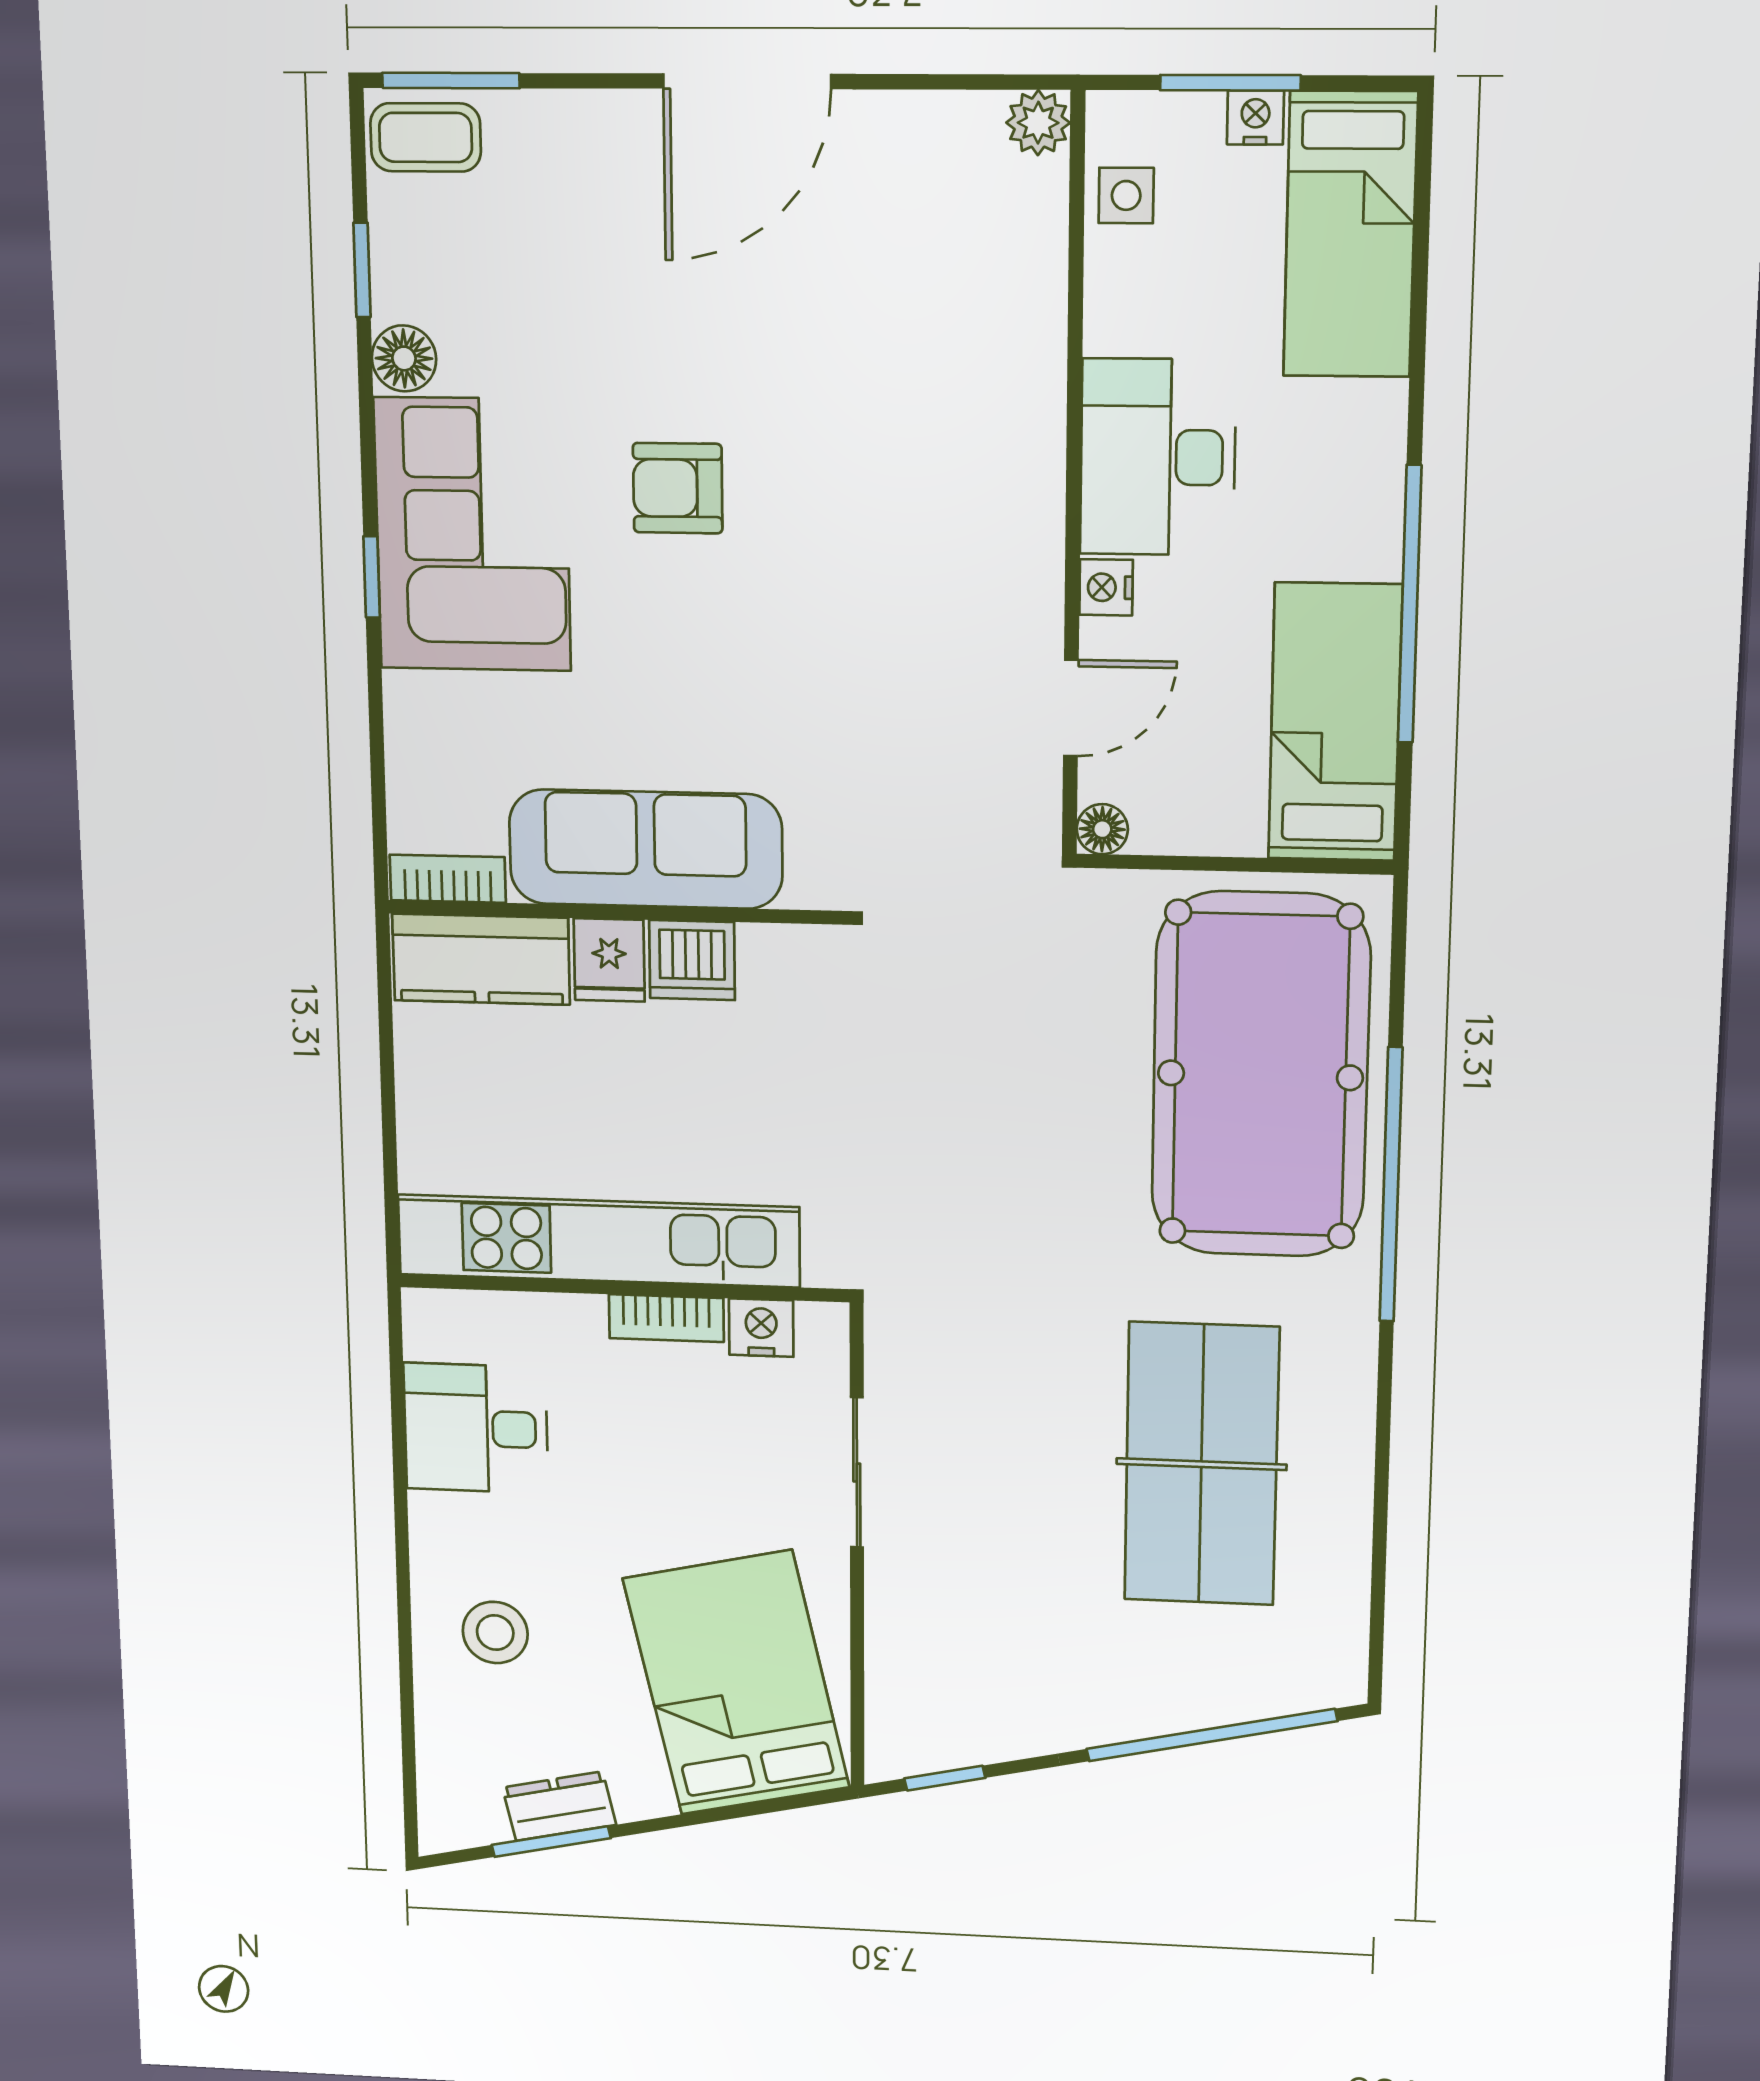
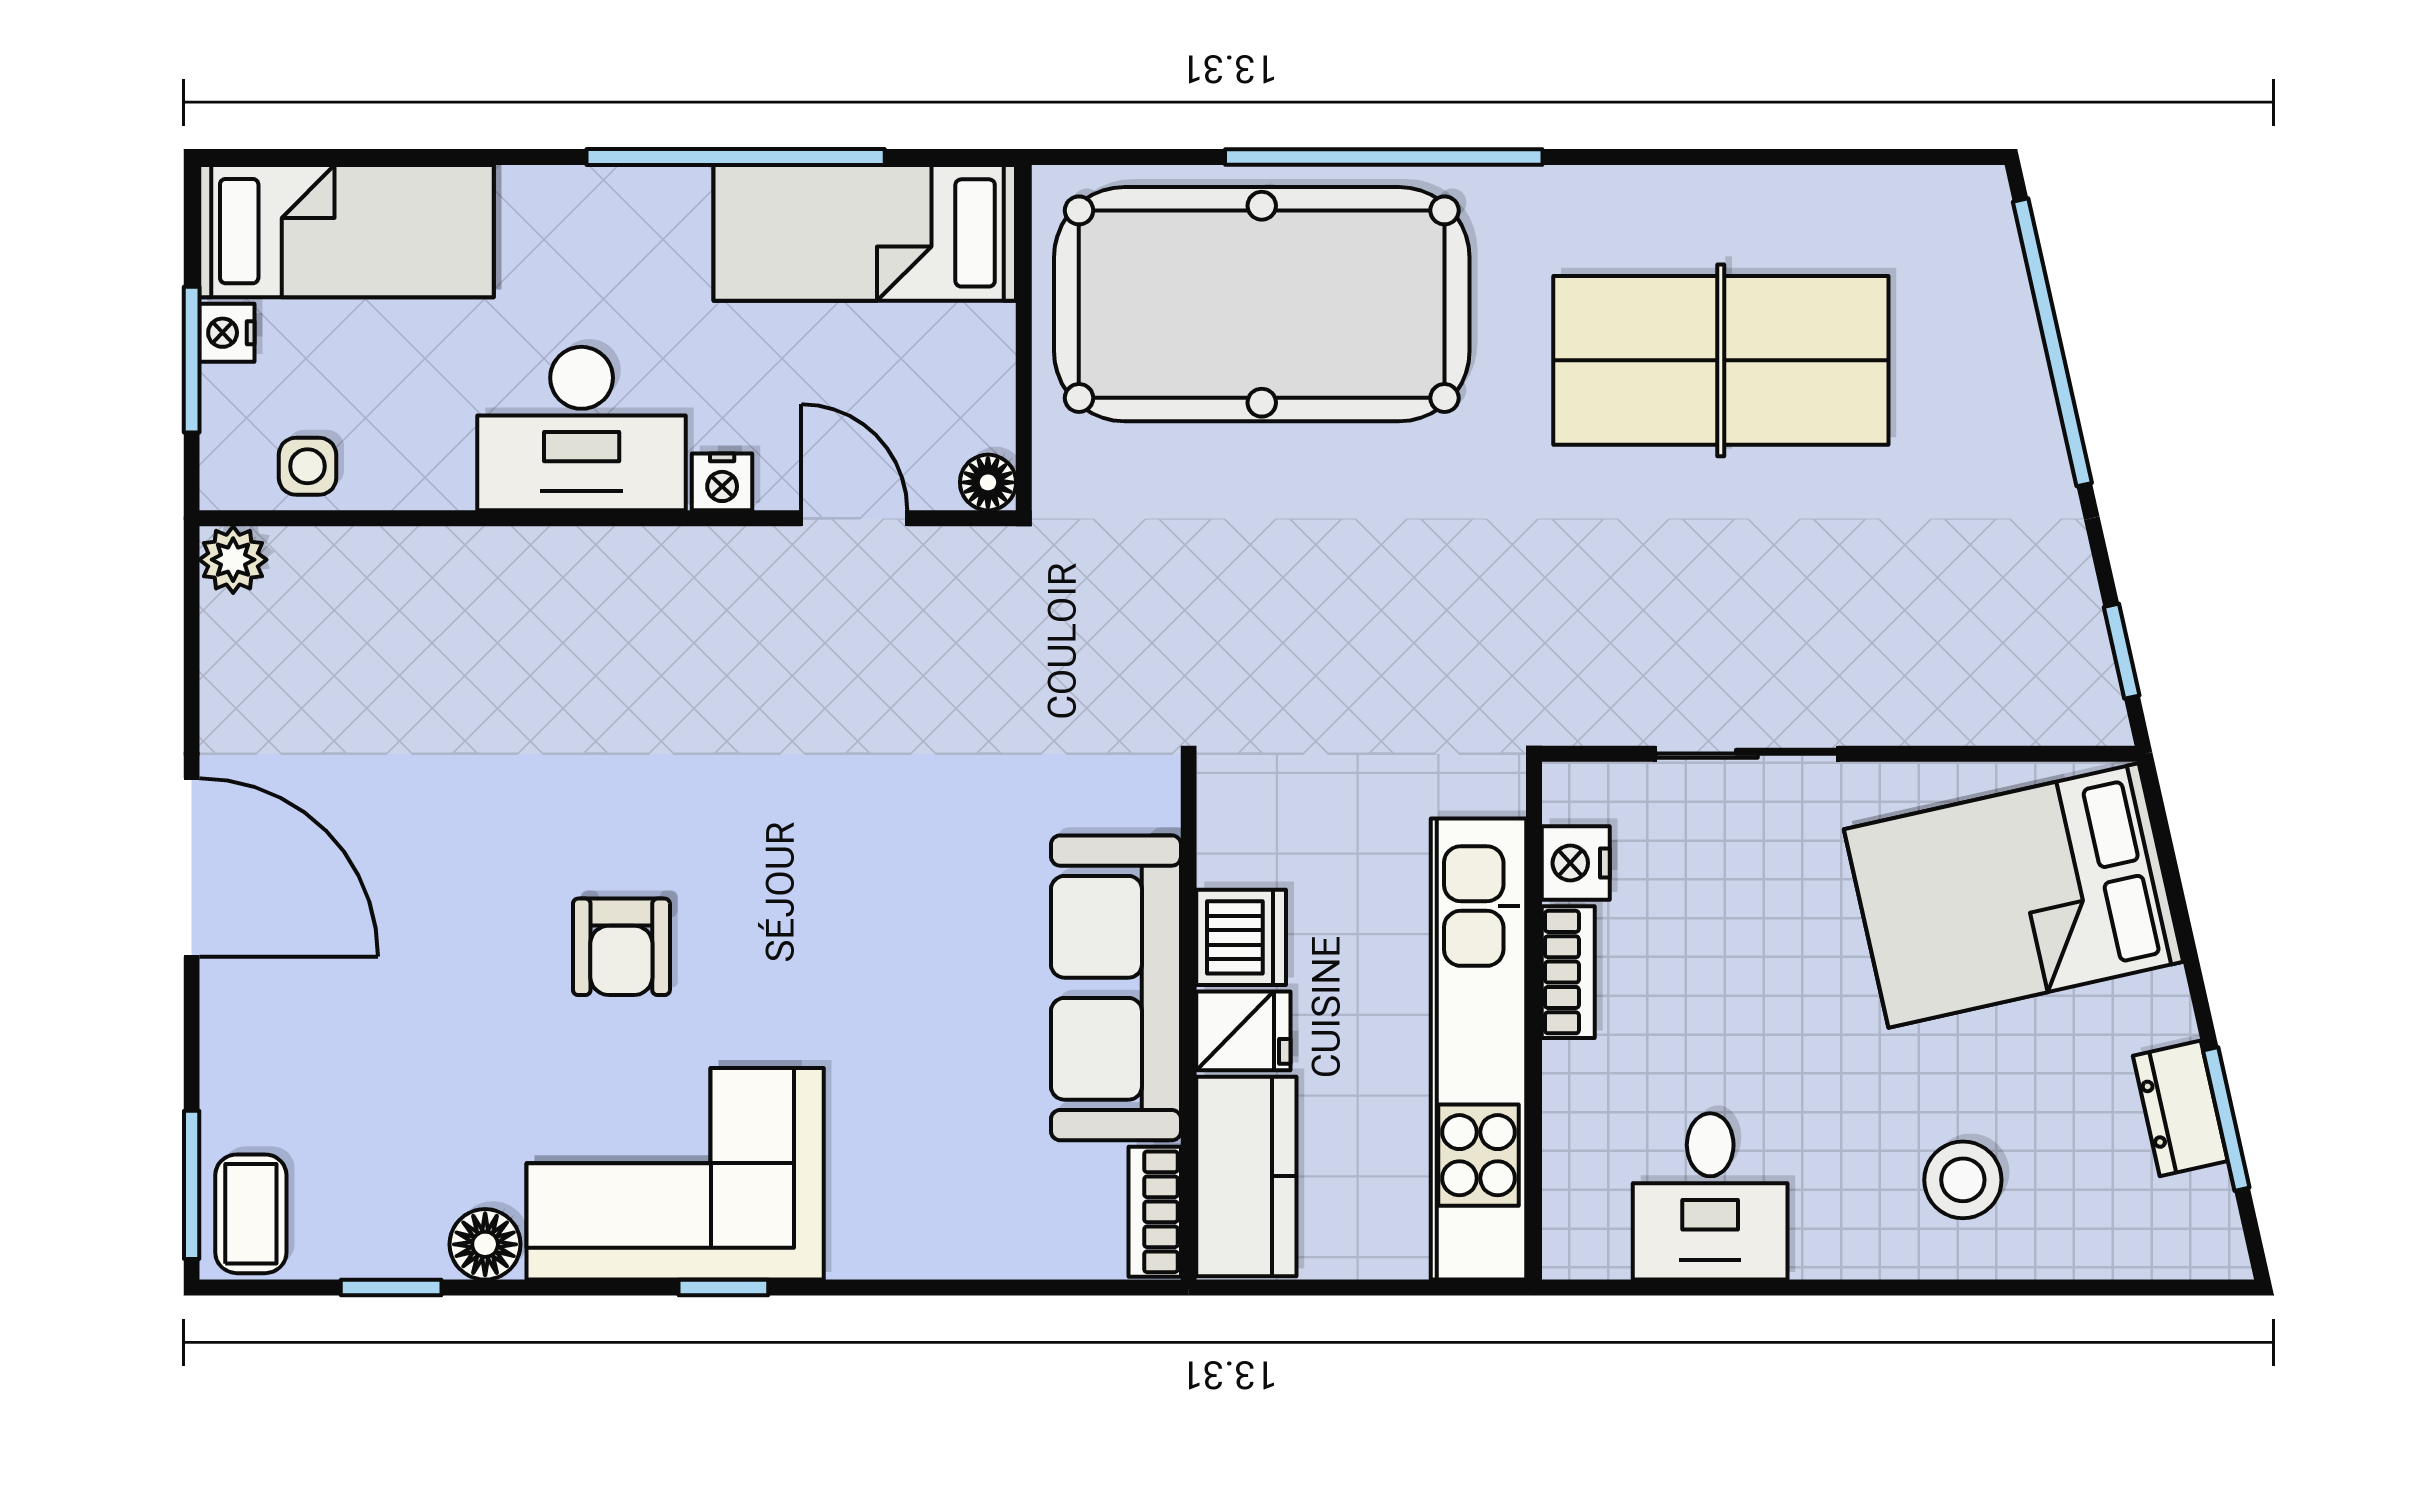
sofa: (646, 849) -> (1116, 988), moved
bookcase: (448, 879) -> (1155, 1212), moved
wall: (617, 912) -> (1189, 1021), moved
kitchen counter: (481, 959) -> (1246, 1176), moved
fridge: (609, 960) -> (1243, 1031), moved
dishwasher: (692, 960) -> (1241, 937), moved

